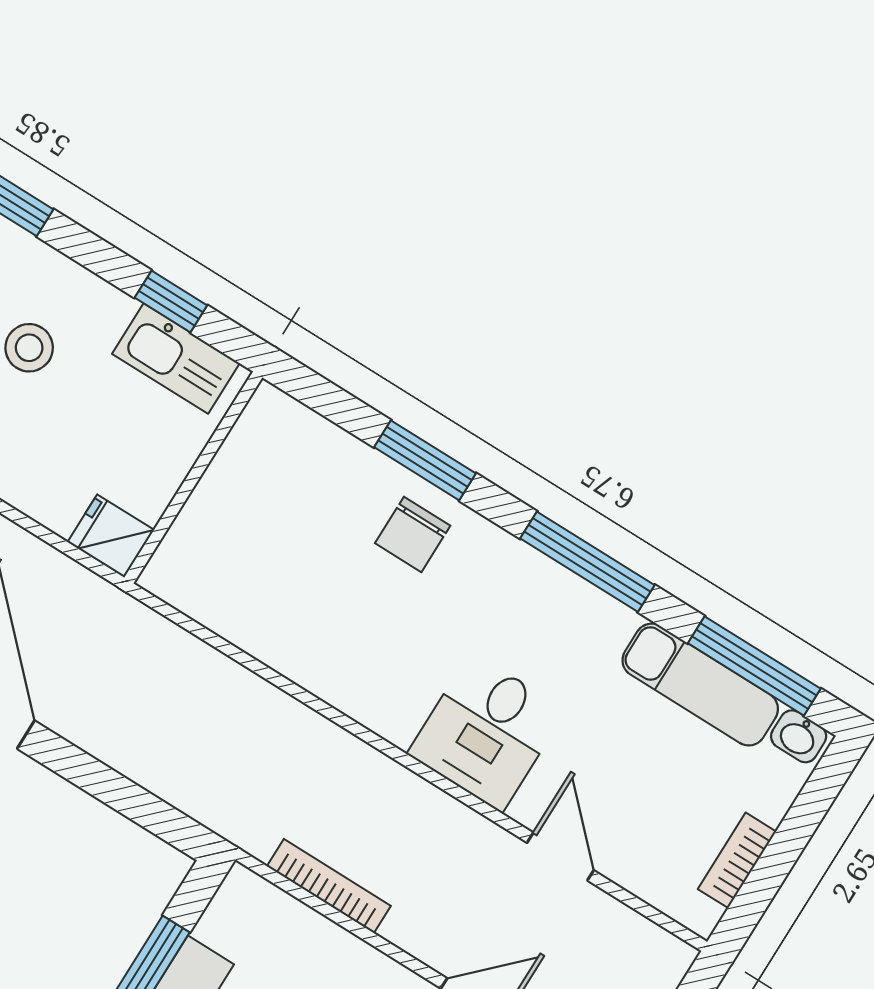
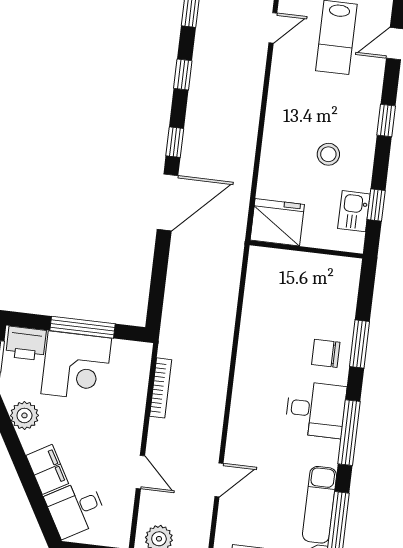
kitchen sink: (176, 358) -> (354, 211), width x0.73
fridge: (111, 536) -> (277, 222), width x1.88, depth x1.34
desk: (486, 732) -> (316, 409), moved, turned 180

